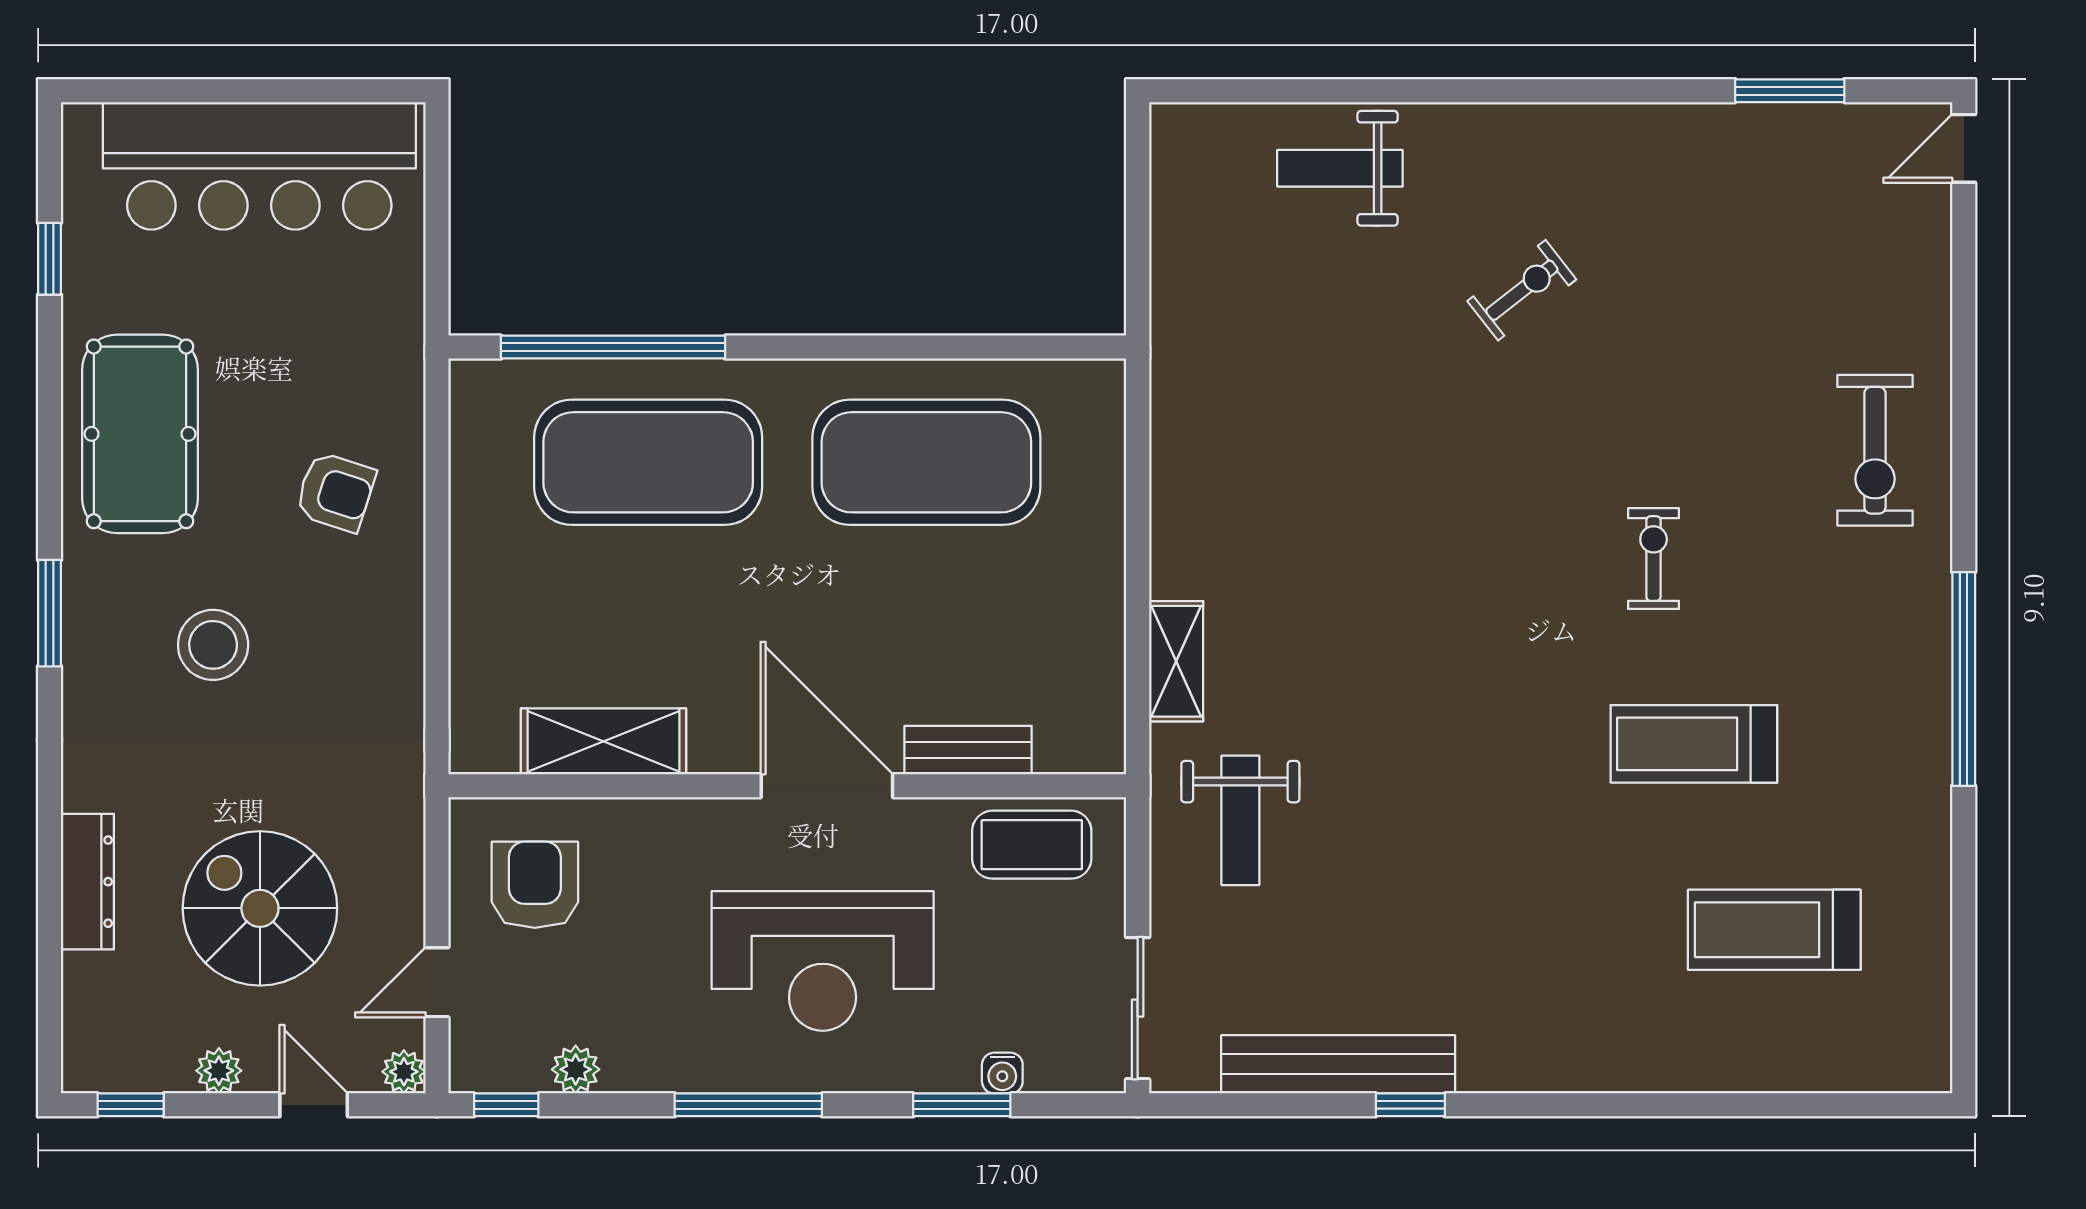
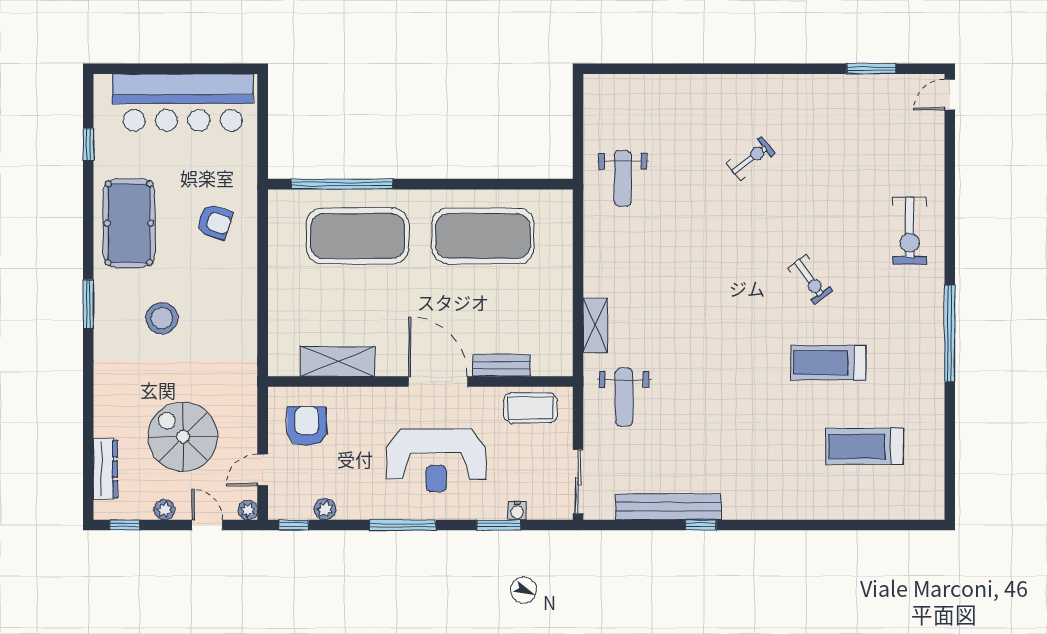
weight bench: (1340, 168) -> (623, 178), moved, turned -90
armchair: (335, 492) -> (215, 222), moved
exercise bike: (1654, 559) -> (810, 279), turned 144
dresser: (87, 882) -> (105, 469), moved

